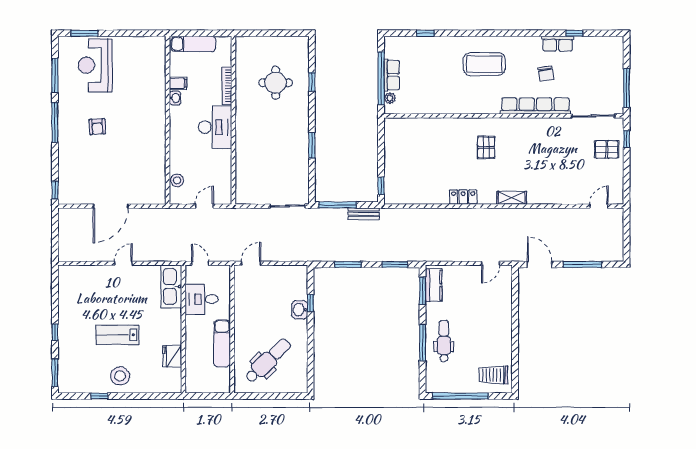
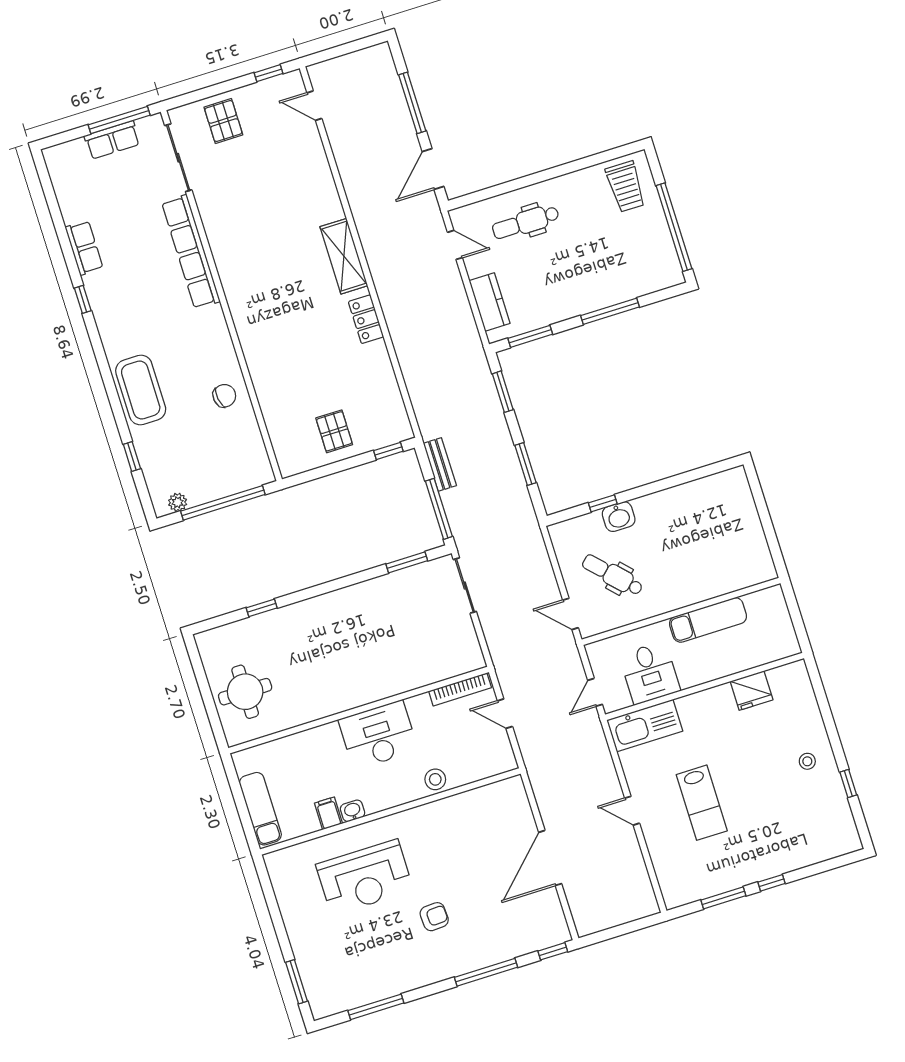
window: (574, 33) -> (83, 299), moved
coffee table: (484, 64) -> (141, 390), moved
reception desk: (95, 65) -> (365, 877), moved
chair: (546, 74) -> (224, 396), moved
row of seats: (392, 75) -> (112, 140), moved, turned 180
round table: (276, 83) -> (245, 692), moved
bookcase: (227, 86) -> (460, 689), moved
plant: (390, 98) -> (178, 502), moved
window: (55, 122) -> (486, 972), moved
window: (627, 139) -> (268, 73), moved
window: (312, 145) -> (407, 562), moved
pallet: (486, 147) -> (334, 431), moved, turned 90
stool: (177, 180) -> (435, 779), moved
shelving: (512, 198) -> (344, 256), width x1.50, depth x1.33
door: (111, 206) -> (550, 858), swing flipped
kitchen counter: (434, 285) -> (490, 302), moved, turned 90
lab bench: (117, 335) -> (702, 803), moved
dental chair: (444, 341) -> (526, 222), moved
dental chair: (268, 361) -> (613, 575), moved, width x0.73, depth x0.72
window: (55, 373) -> (723, 898), moved
stool: (120, 376) -> (807, 761), width x0.53, depth x0.53

